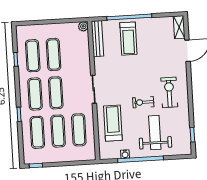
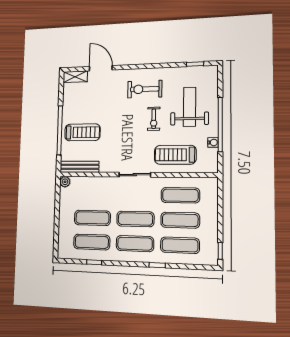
weight bench: (155, 133) -> (190, 107), turned 90

